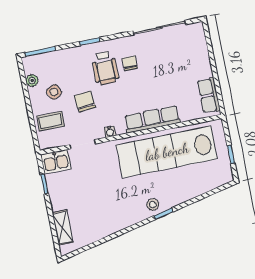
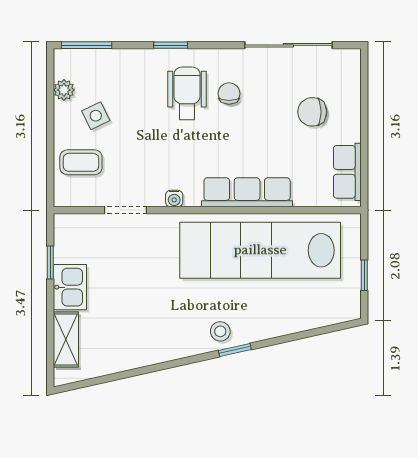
wheelchair: (105, 68) -> (187, 93), turned 180
chair: (85, 101) -> (312, 112), moved, turned -84
kitchen sink: (56, 162) -> (70, 287), moved, turned -90

